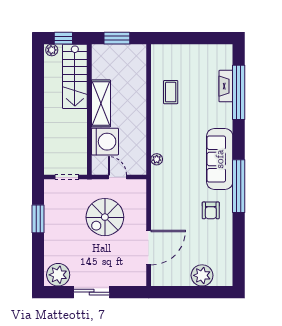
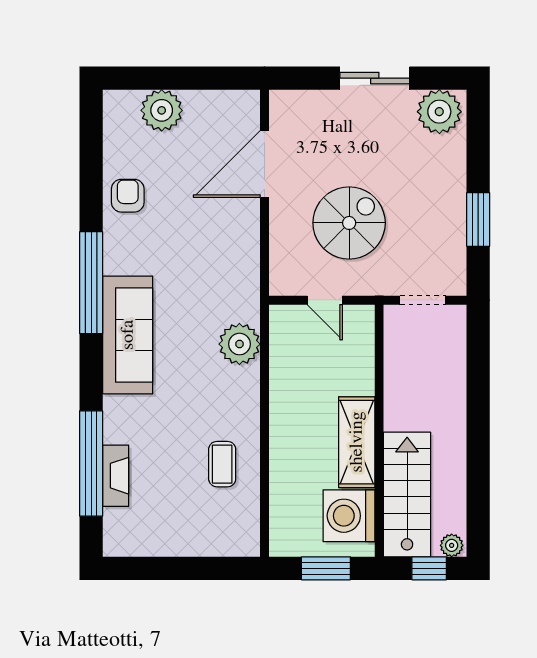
washing machine: (105, 142) -> (349, 516), moved
plant: (157, 159) -> (239, 344), width x1.88, depth x1.88
armchair: (211, 210) -> (128, 196), moved

